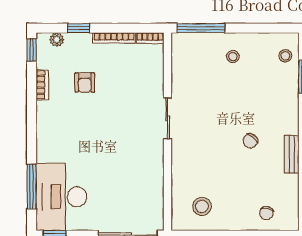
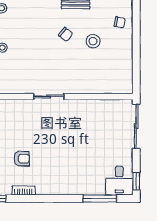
desk: (61, 197) -> (119, 181), width x0.53, depth x0.77
stool: (202, 206) -> (93, 41), moved

